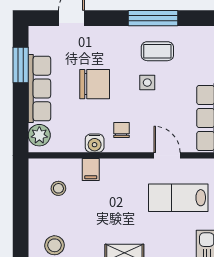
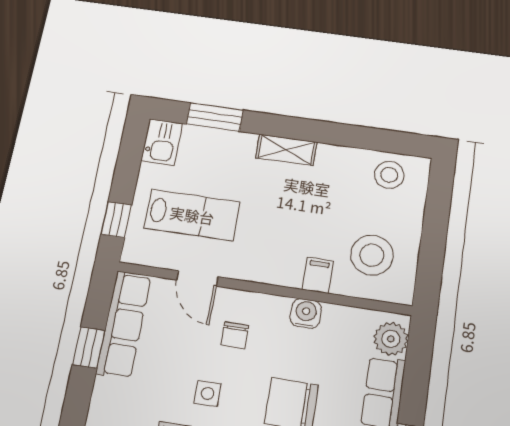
chair: (121, 130) -> (235, 335), moved
stool: (58, 188) -> (372, 255), width x1.89, depth x1.89

